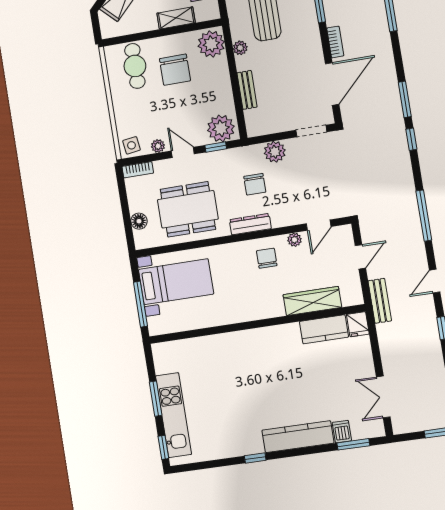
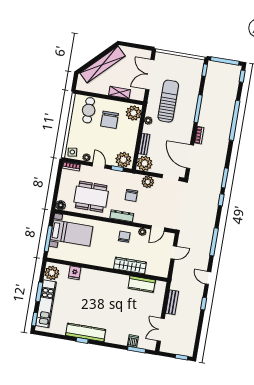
door: (332, 84) -> (190, 157), swing flipped
plant: (259, 122) -> (145, 163), added
floor lamp: (139, 221) -> (61, 205), moved
door: (435, 281) -> (208, 278), hinge flipped
wardrobe: (312, 301) -> (130, 265), moved
bench: (380, 301) -> (172, 302), moved
fridge: (358, 324) -> (75, 273), moved
plant: (166, 360) -> (52, 273), added
kitchen counter: (298, 437) -> (86, 332), moved

